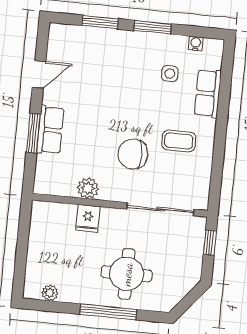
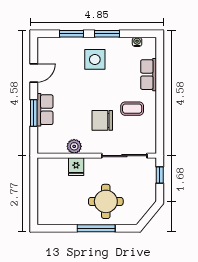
side table: (170, 74) -> (95, 59), moved, width x1.87, depth x1.87
plant: (50, 293) -> (55, 219), removed

